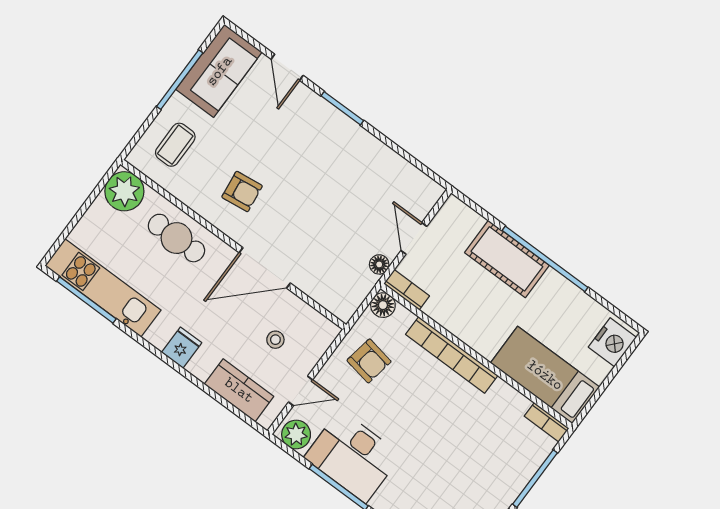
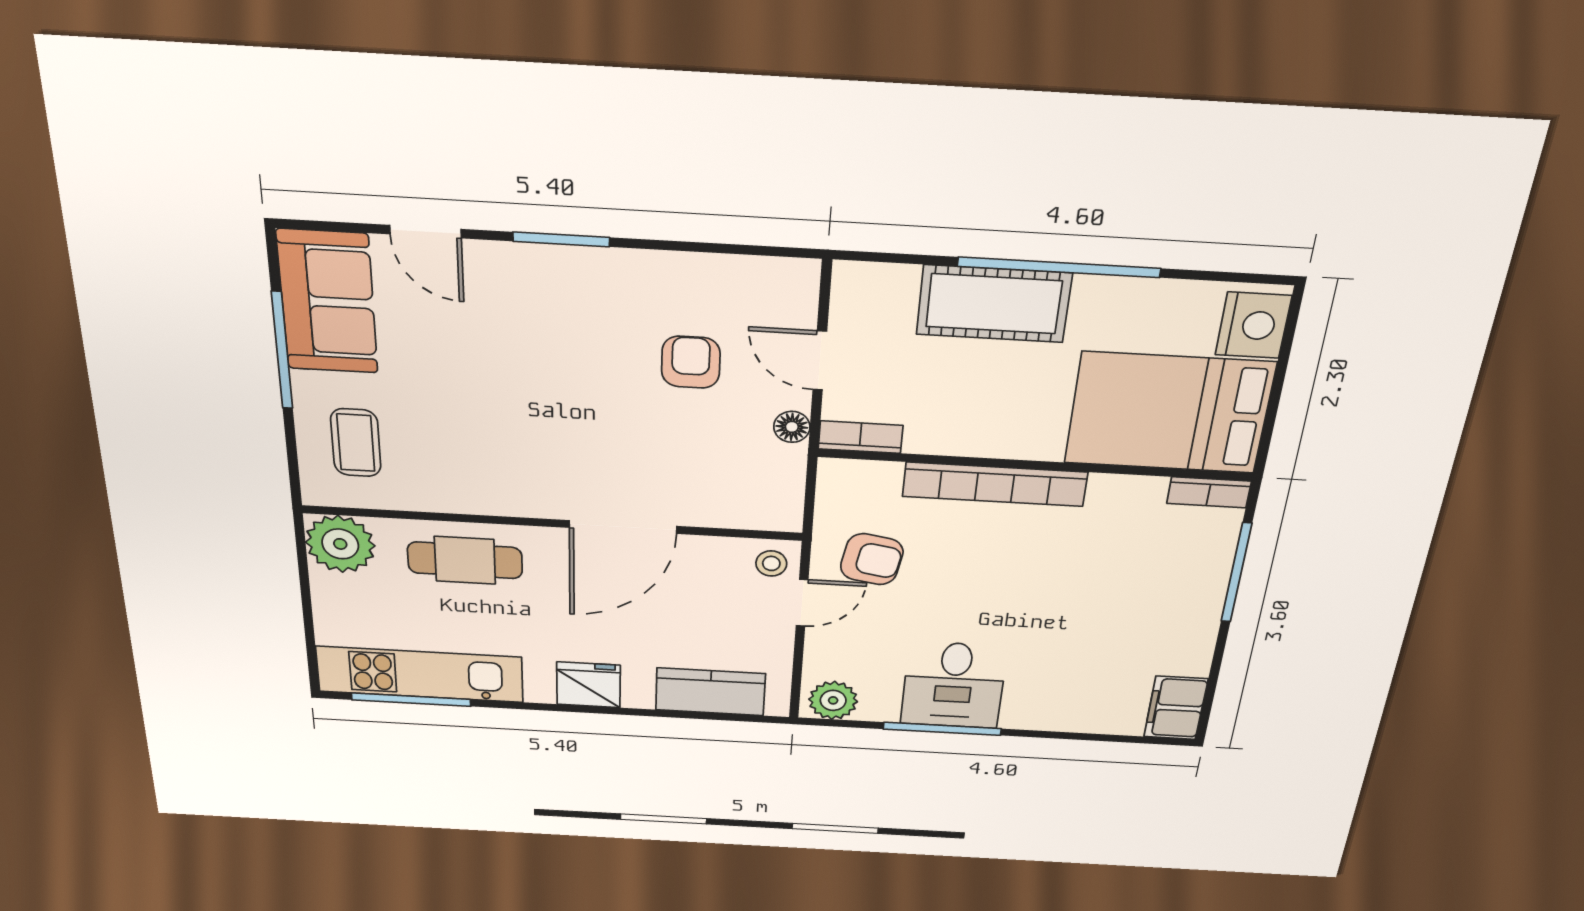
armchair: (242, 192) -> (691, 362), moved, turned -83
floor lamp: (383, 305) -> (839, 477), removed
stool: (275, 340) -> (771, 563), moved
fridge: (182, 348) -> (589, 685), width x1.38
bed: (545, 375) -> (1169, 413), width x1.50
door: (301, 391) -> (802, 603), moved
desk: (353, 456) -> (954, 685), width x0.73

